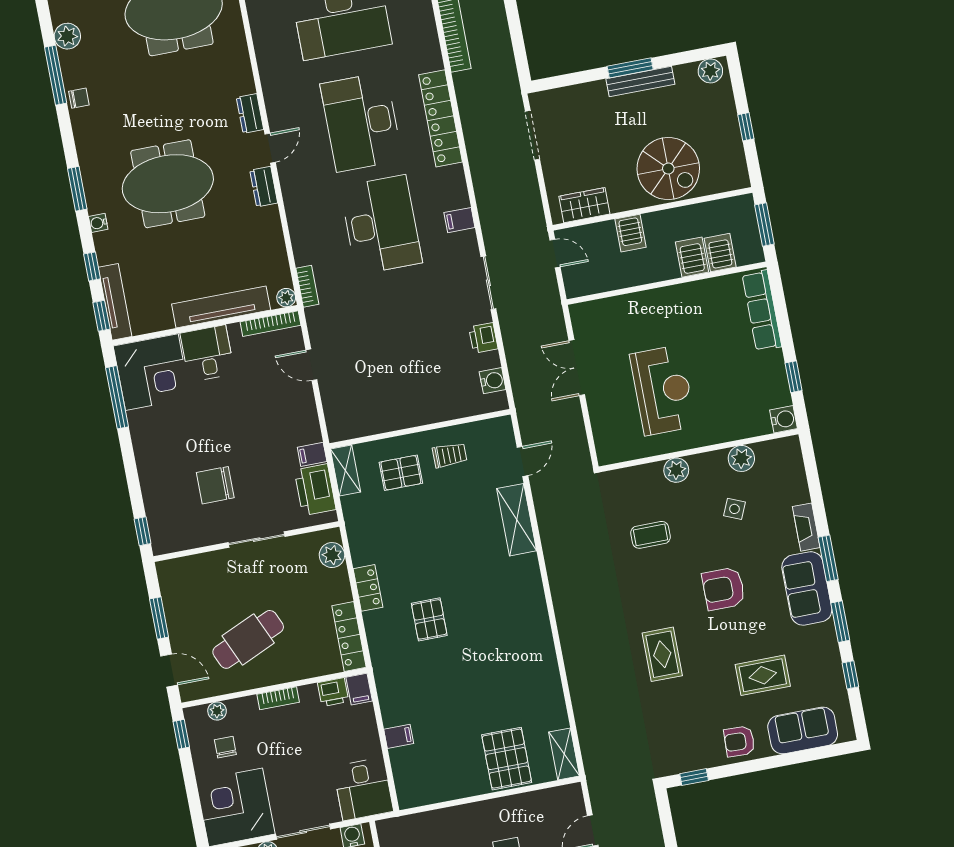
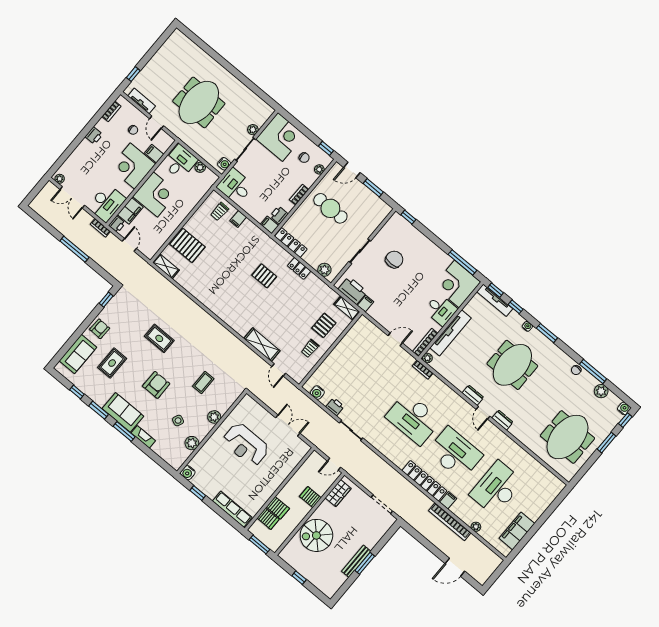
plant: (710, 71) -> (332, 588), removed
filing cabinet: (459, 220) -> (448, 500), moved
cafe table: (248, 639) -> (330, 208), turned -66
trolley: (417, 770) -> (220, 212), added

